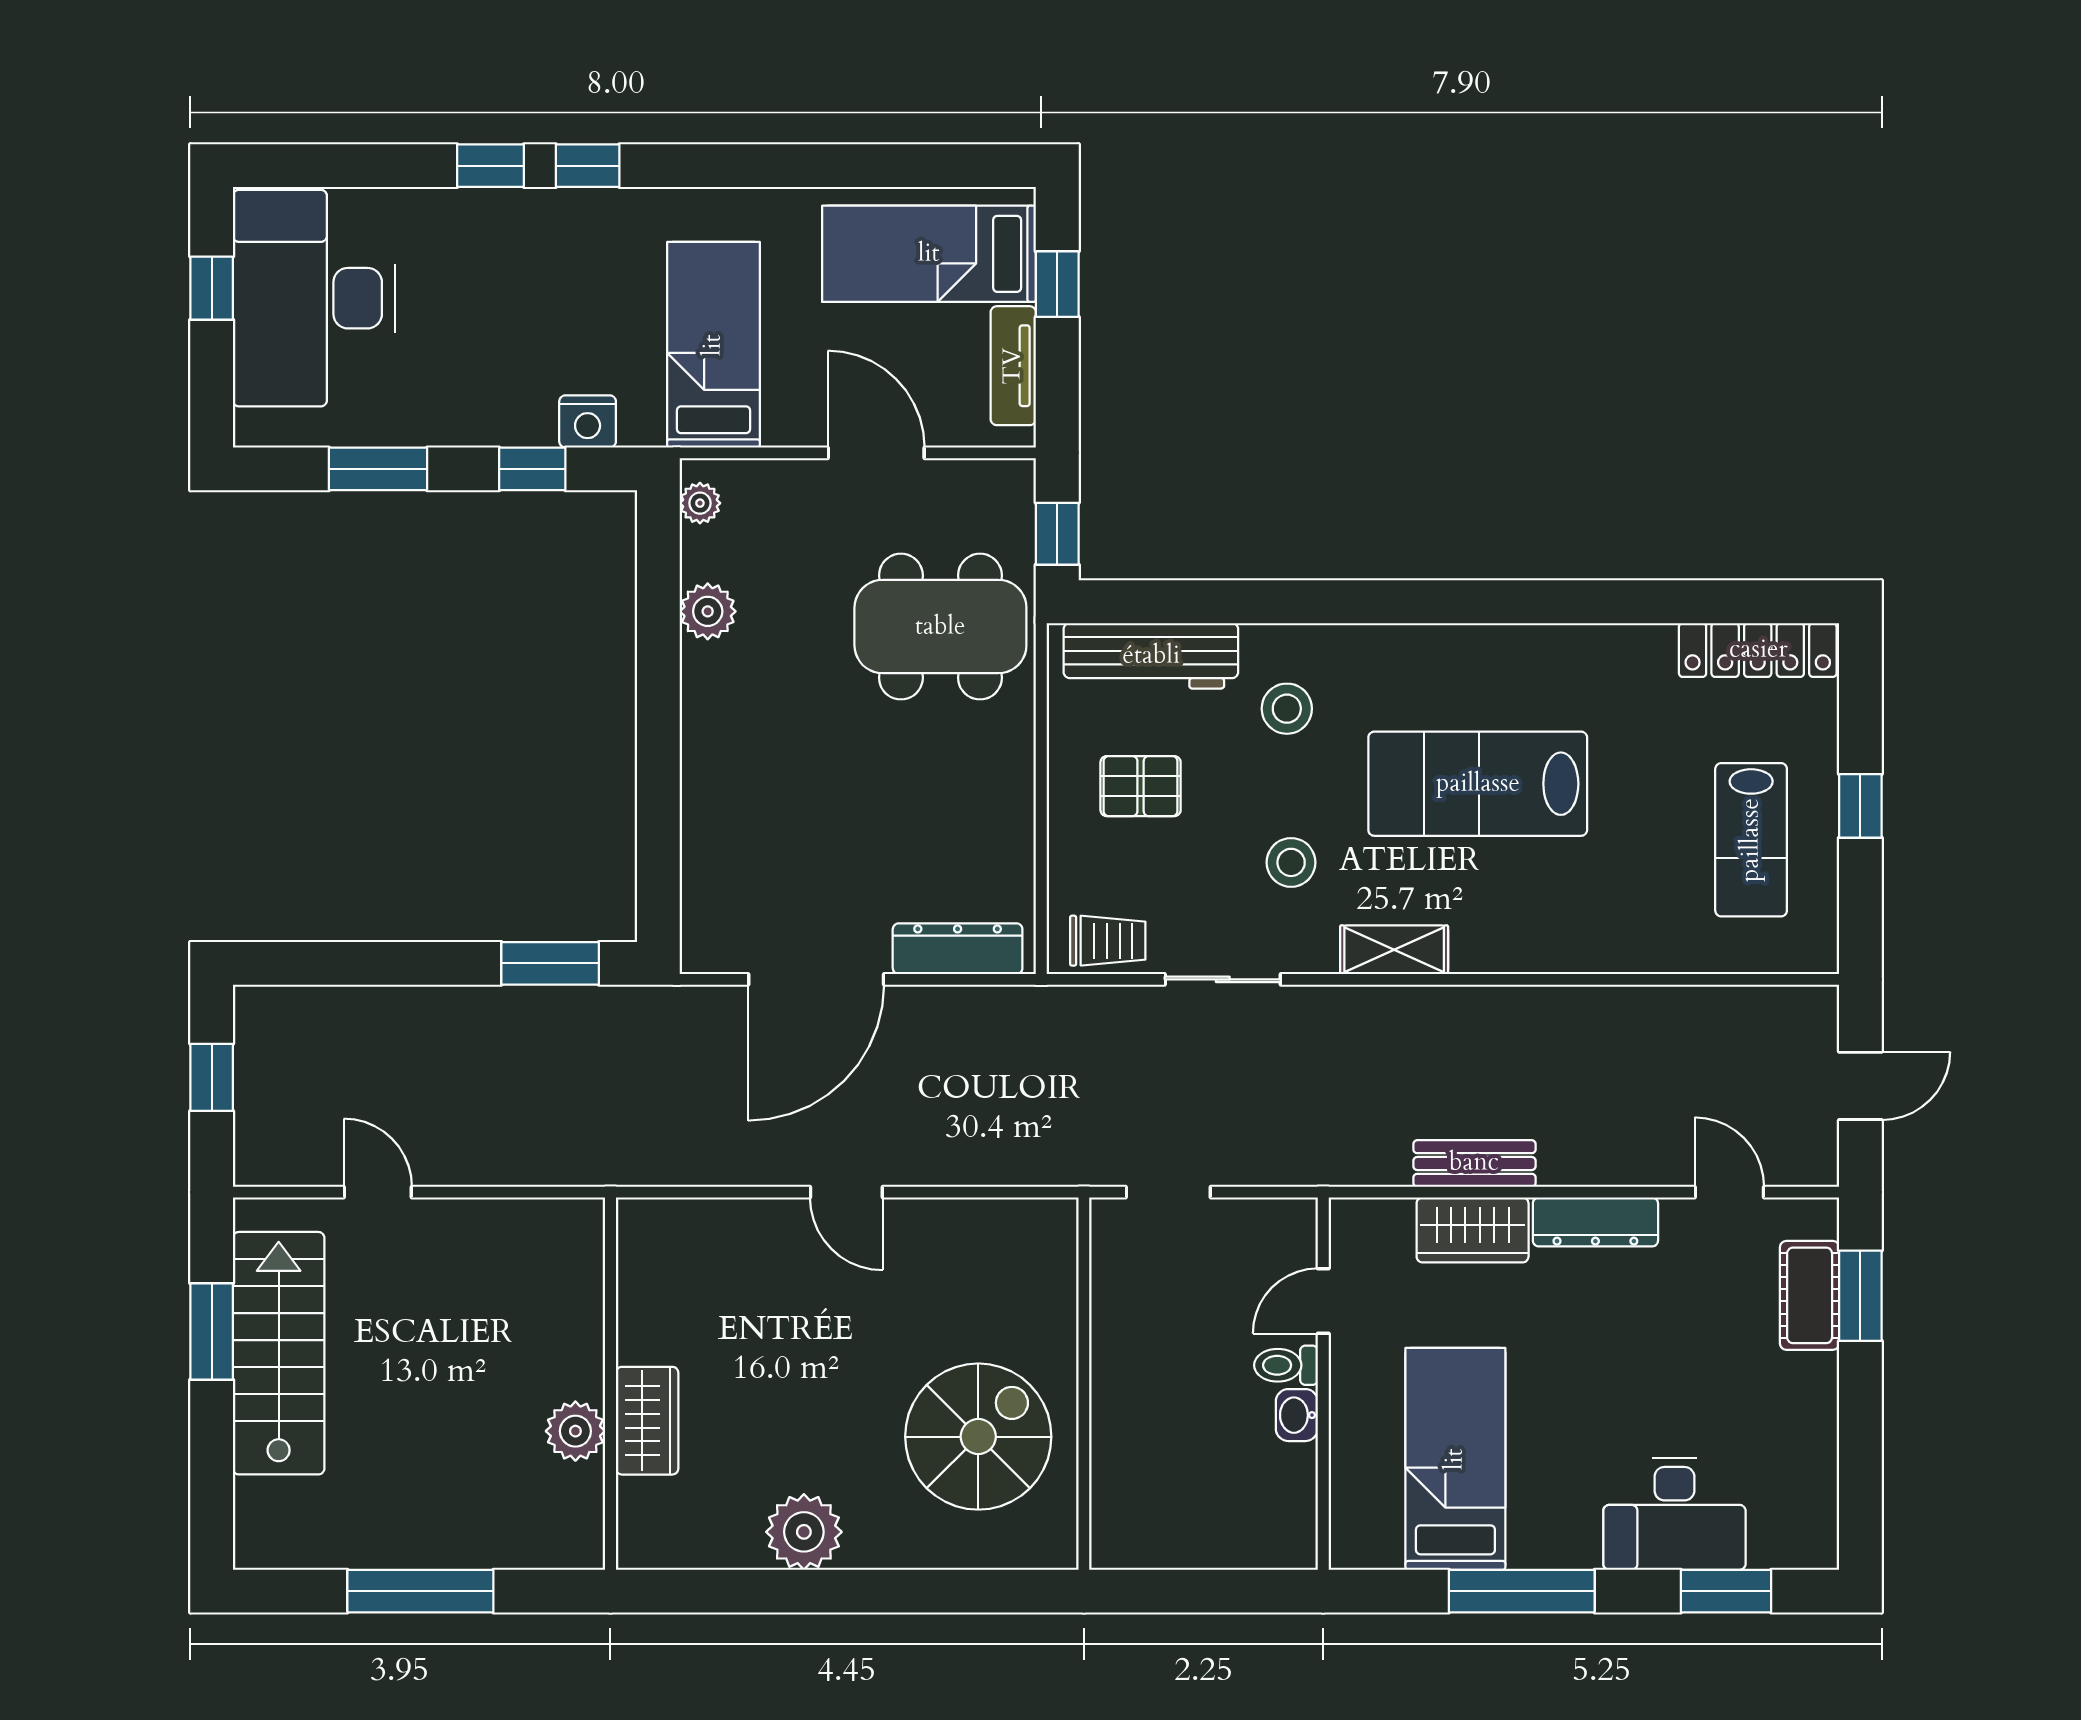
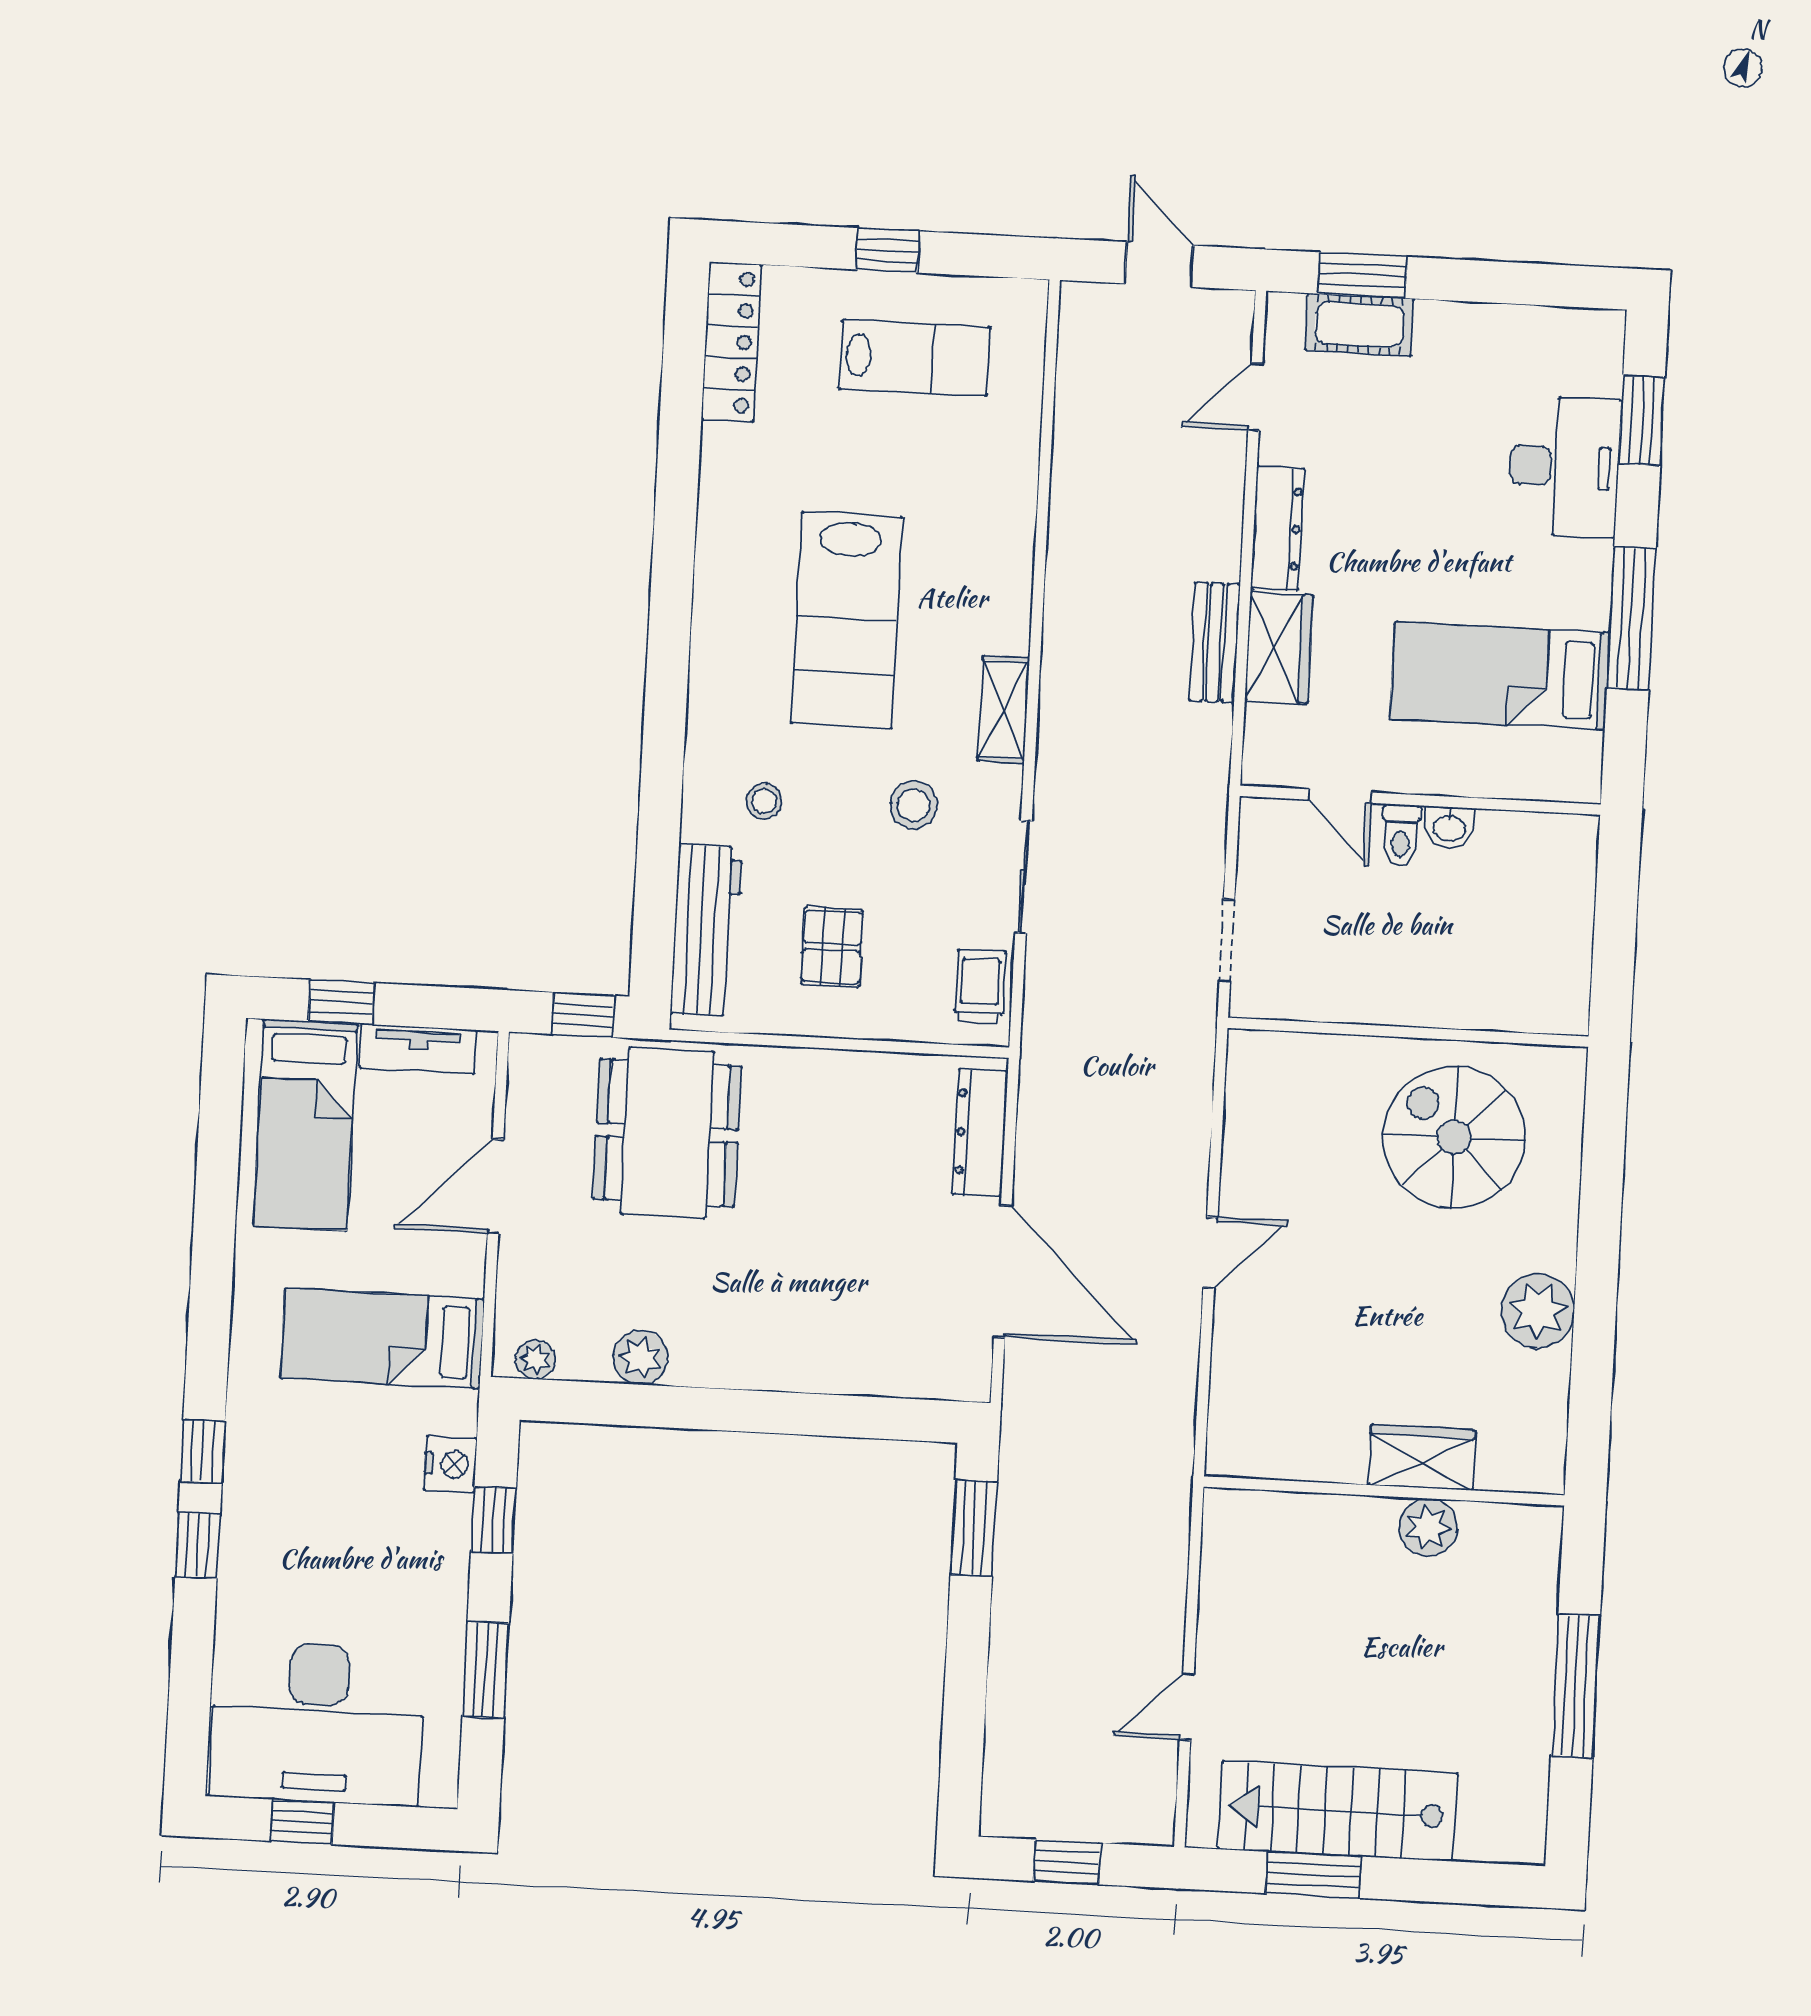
stool: (1287, 709) -> (764, 801), width x0.73, depth x0.73

